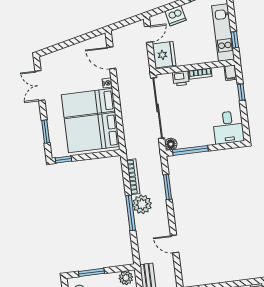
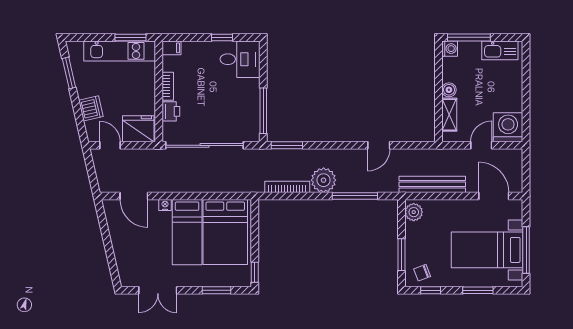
window: (235, 40) -> (131, 37), width x1.50
door: (111, 58) -> (134, 196), hinge flipped
window: (241, 92) -> (222, 37), moved
floor lamp: (171, 144) -> (252, 134), removed
window: (167, 187) -> (287, 145), moved
window: (131, 213) -> (355, 196), moved

